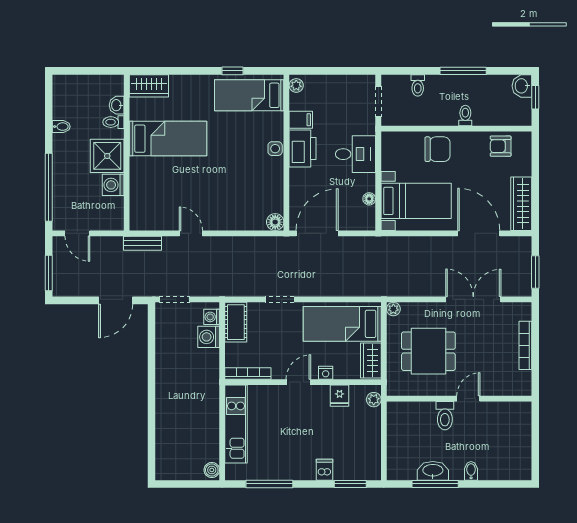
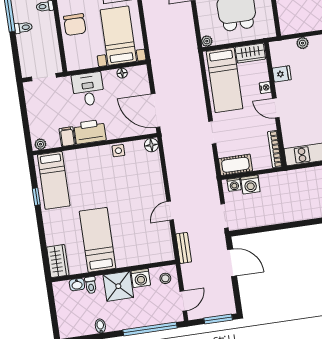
toilet: (418, 85) -> (23, 28), moved
side table: (275, 149) -> (118, 151), moved
chair: (437, 149) -> (75, 25), turned 180
stool: (108, 215) -> (165, 278), added
plant: (374, 400) -> (303, 43), moved

